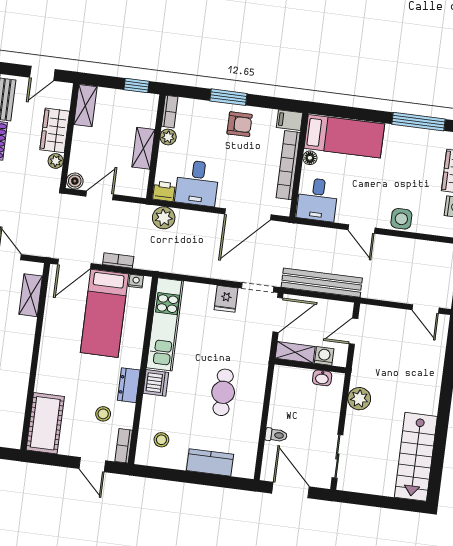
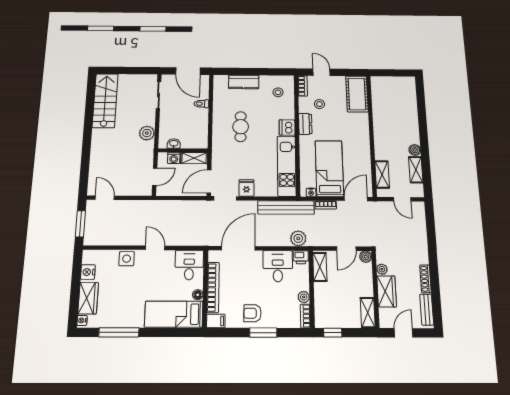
shelving: (143, 148) -> (320, 267), moved
bench: (322, 283) -> (286, 207), moved

